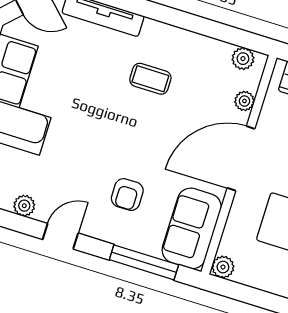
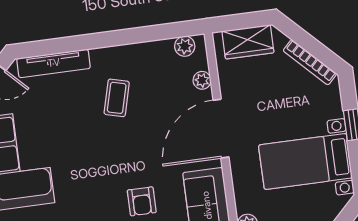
coffee table: (150, 79) -> (117, 98), turned -75

